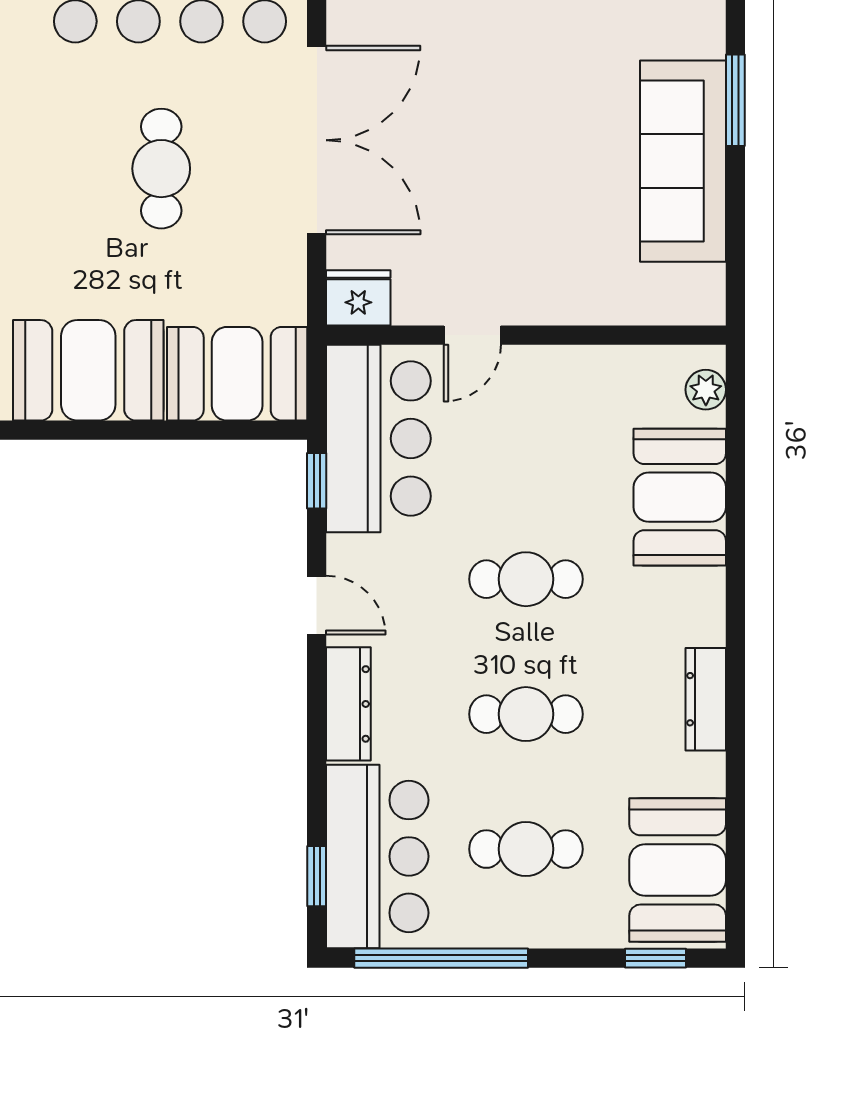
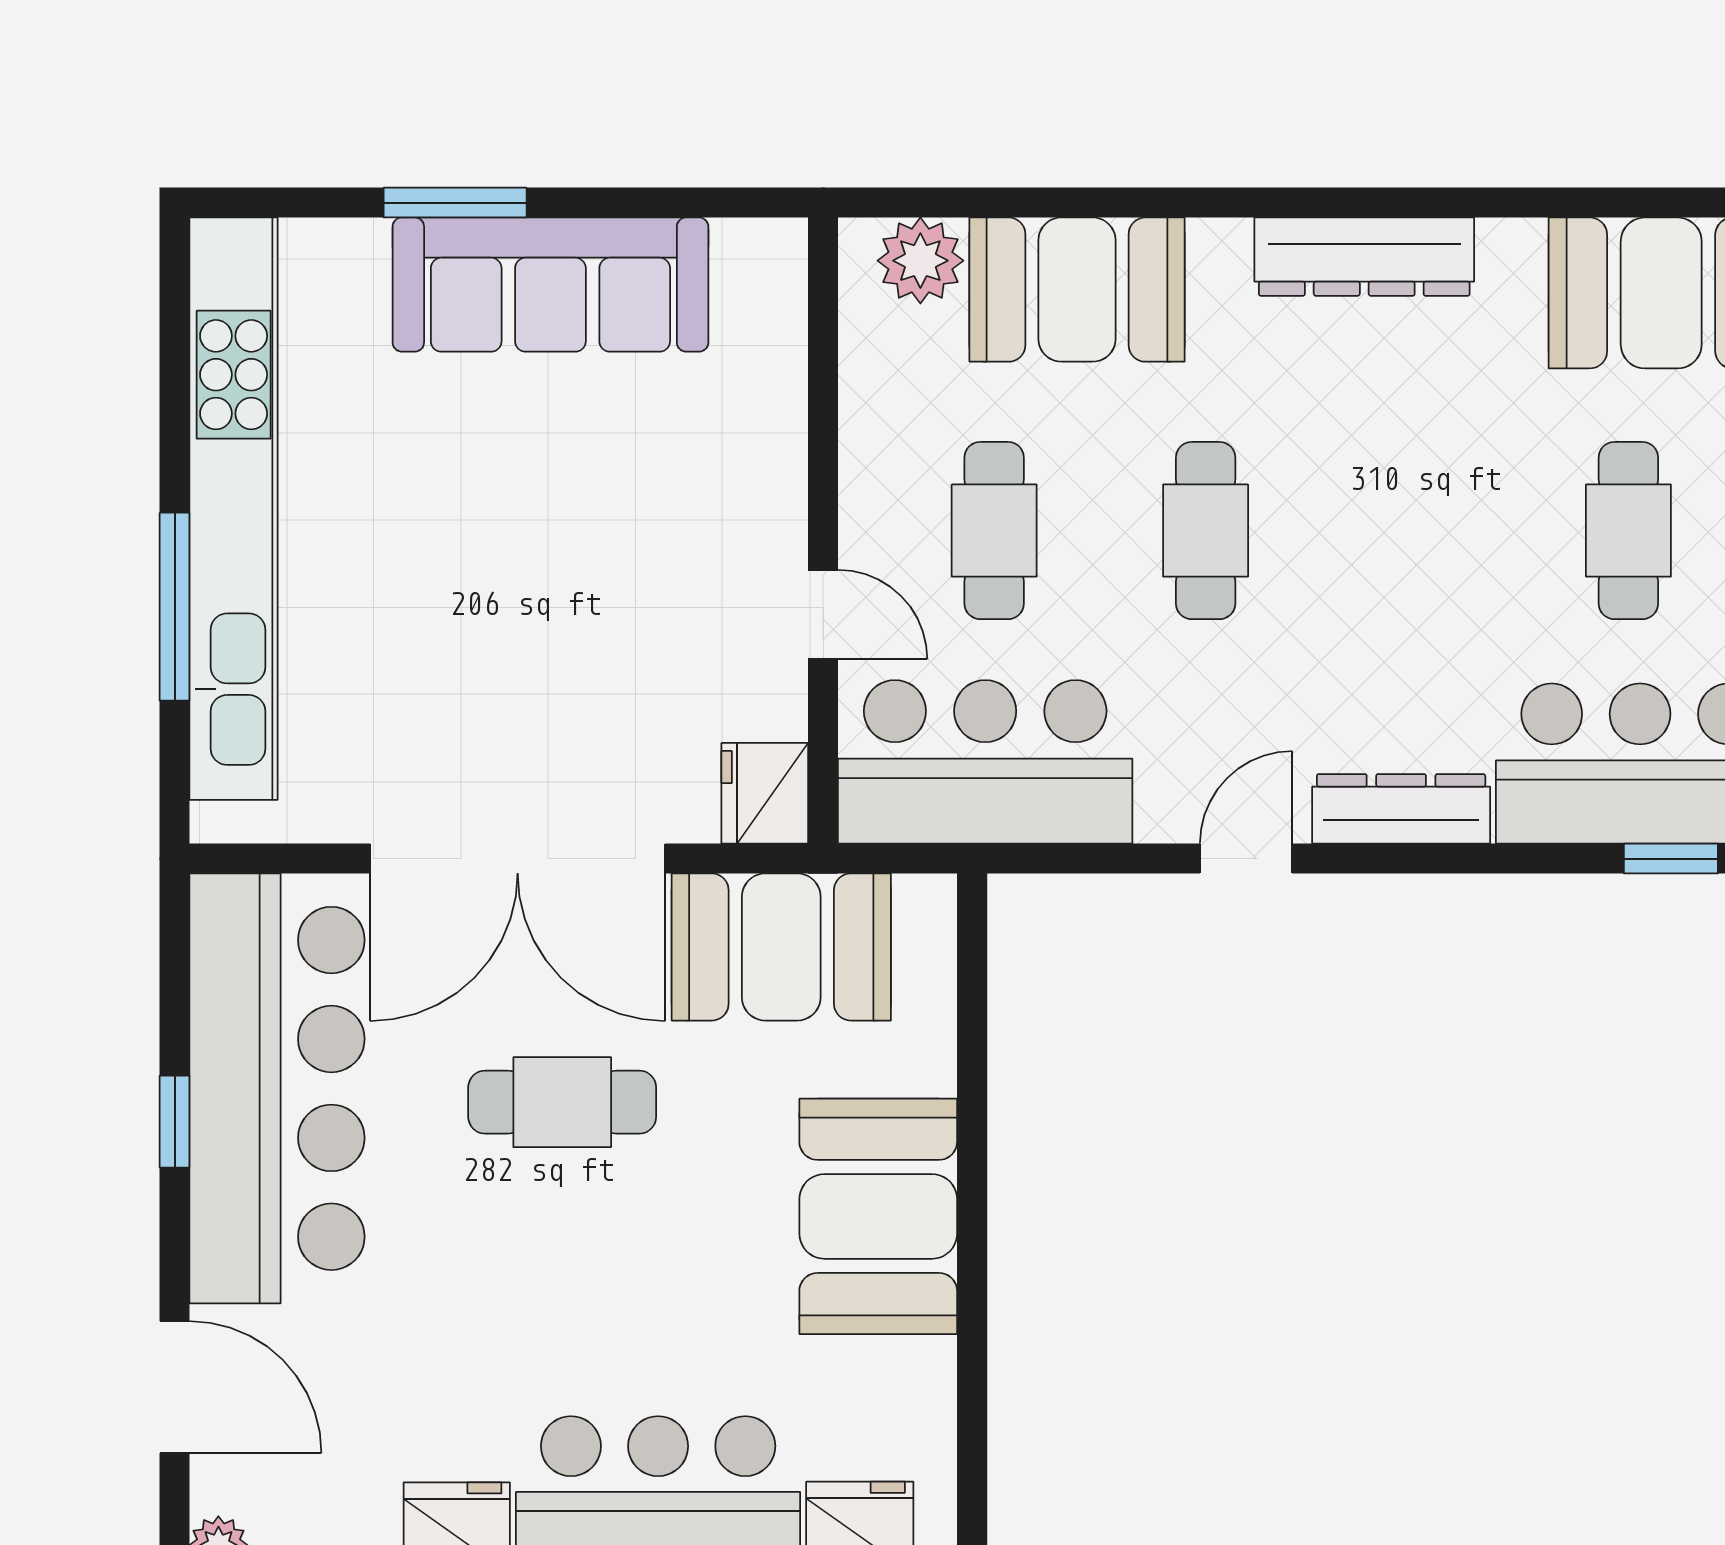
double door: (317, 140) -> (518, 859), swing flipped
booth: (237, 374) -> (781, 947), moved, turned 90
plant: (706, 390) -> (920, 261), width x1.38, depth x1.38
window: (317, 481) -> (1051, 859), removed
dresser: (706, 699) -> (1364, 257), width x1.37, depth x1.24
cafe table: (526, 714) -> (994, 531), moved

